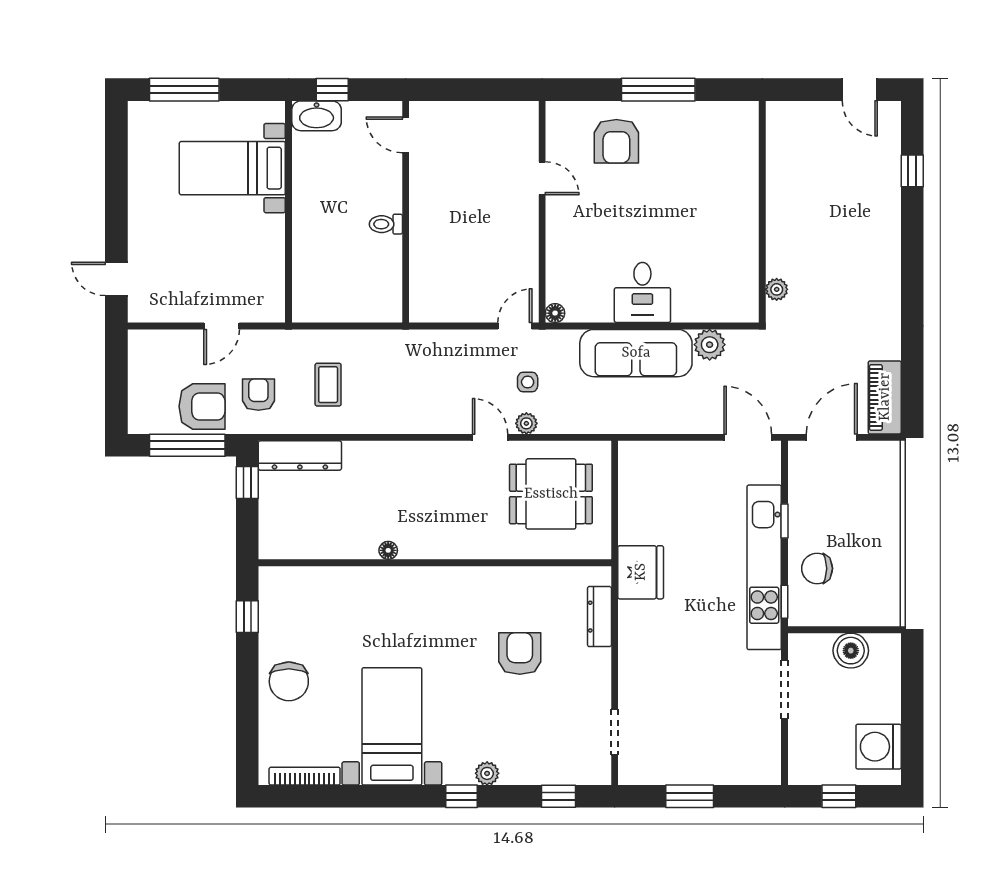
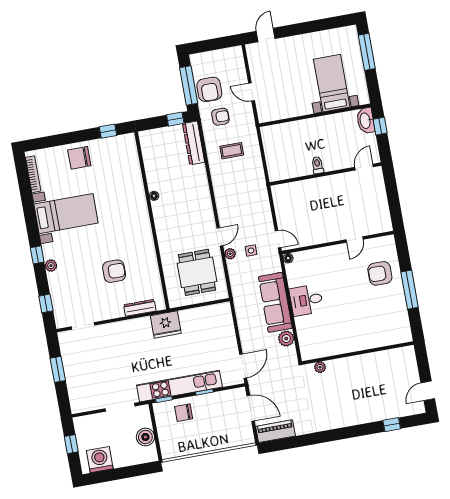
chair: (817, 568) -> (184, 413), turned -90

